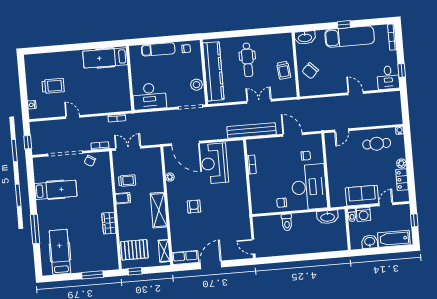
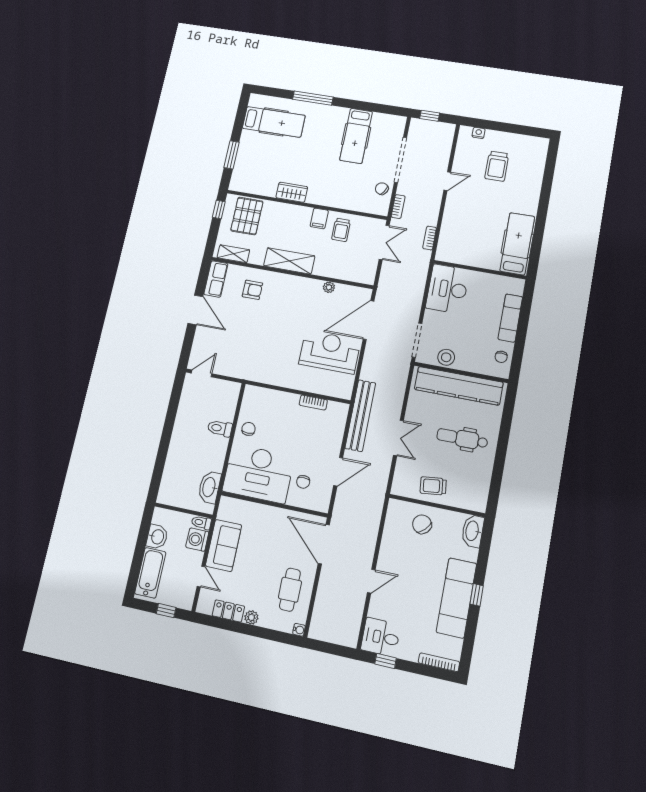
door: (342, 130) -> (324, 544), width x1.87
armchair: (194, 206) -> (252, 290), moved

